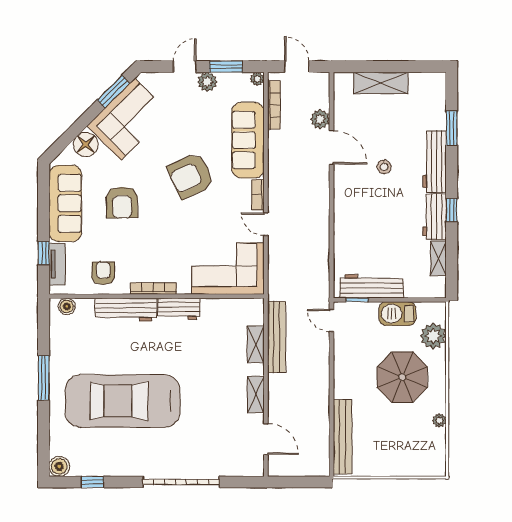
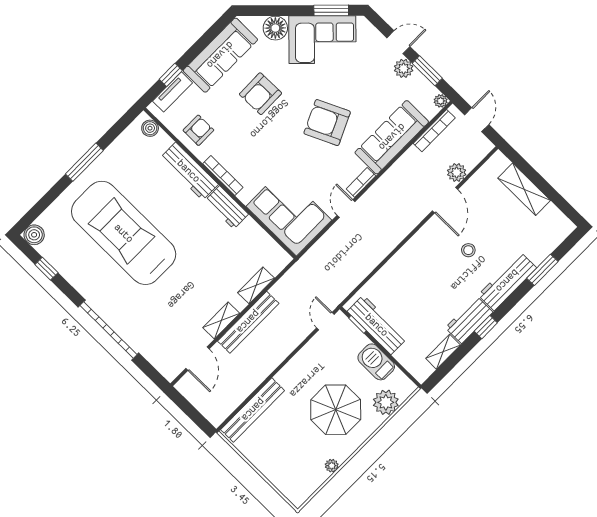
bench: (277, 337) -> (248, 322), moved

